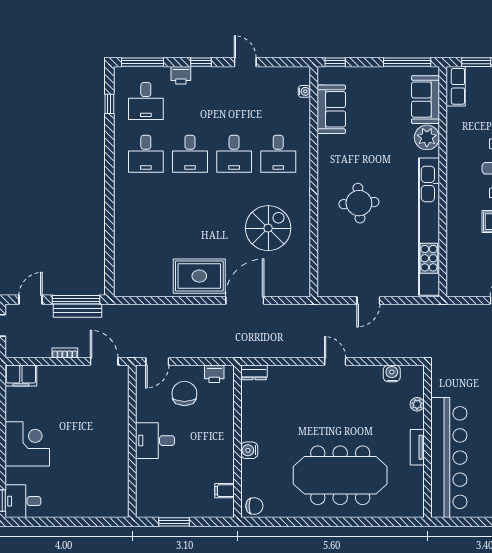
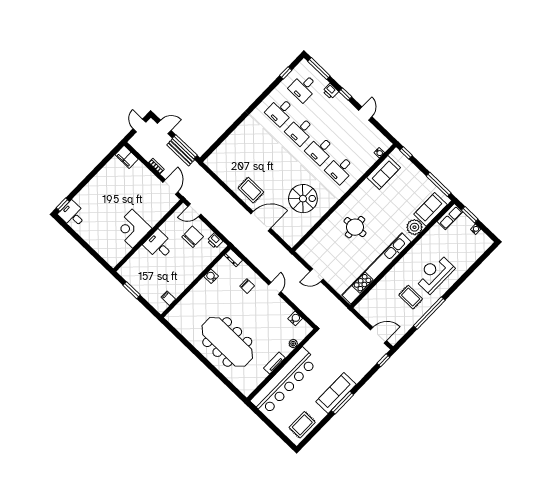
rug: (199, 276) -> (251, 190), width x0.73, depth x0.70
corner desk: (27, 444) -> (132, 229), moved, turned 180
water cooler: (249, 450) -> (211, 276), moved
chair: (254, 506) -> (247, 286), moved

